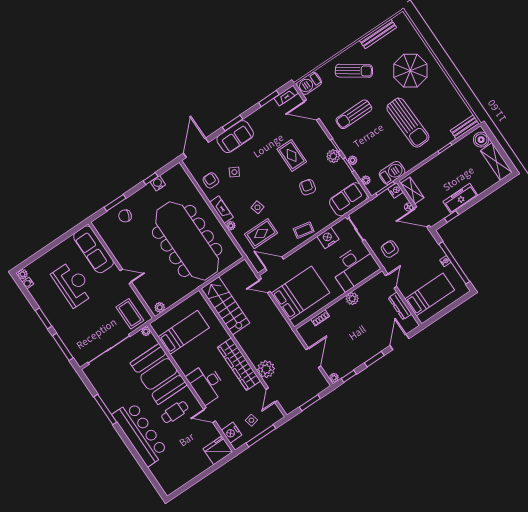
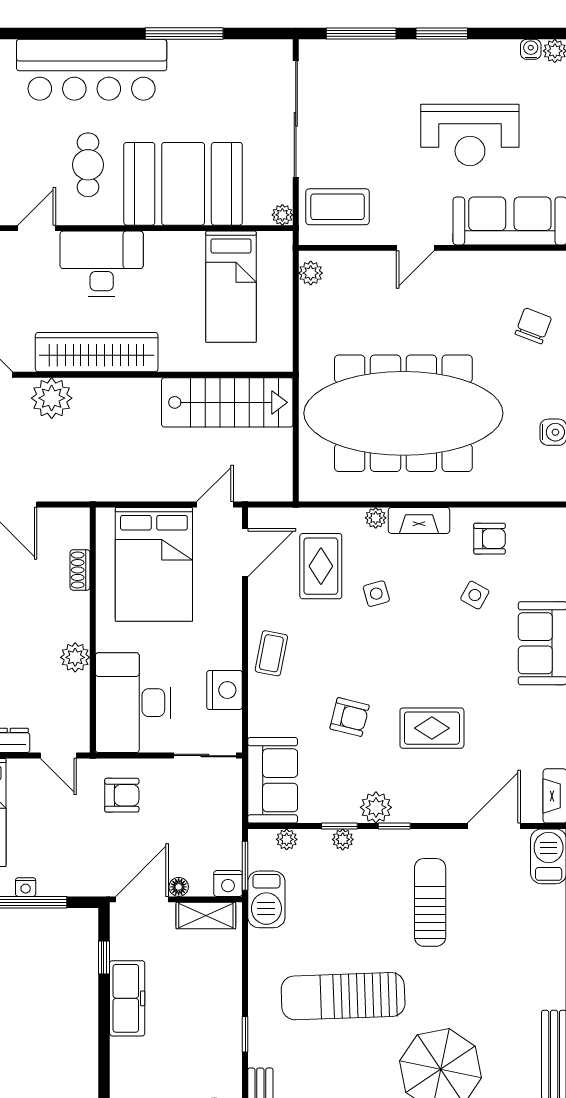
sun lounger: (354, 71) -> (514, 960), removed

